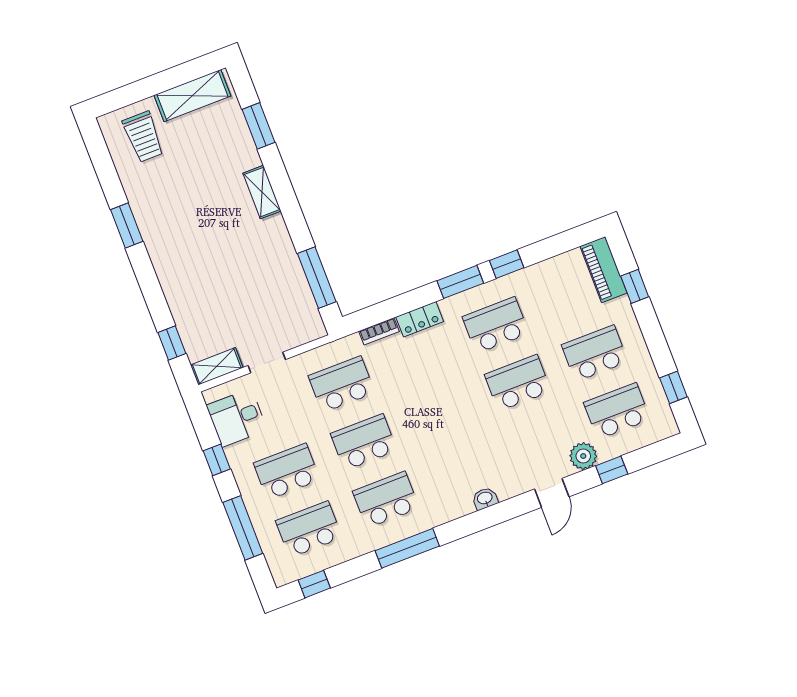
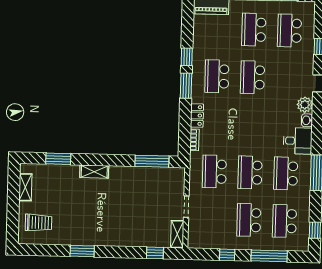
shelving: (192, 96) -> (25, 187), width x0.67, depth x0.75
desk: (237, 418) -> (298, 141), moved, turned -90
plant: (583, 456) -> (305, 105), moved

